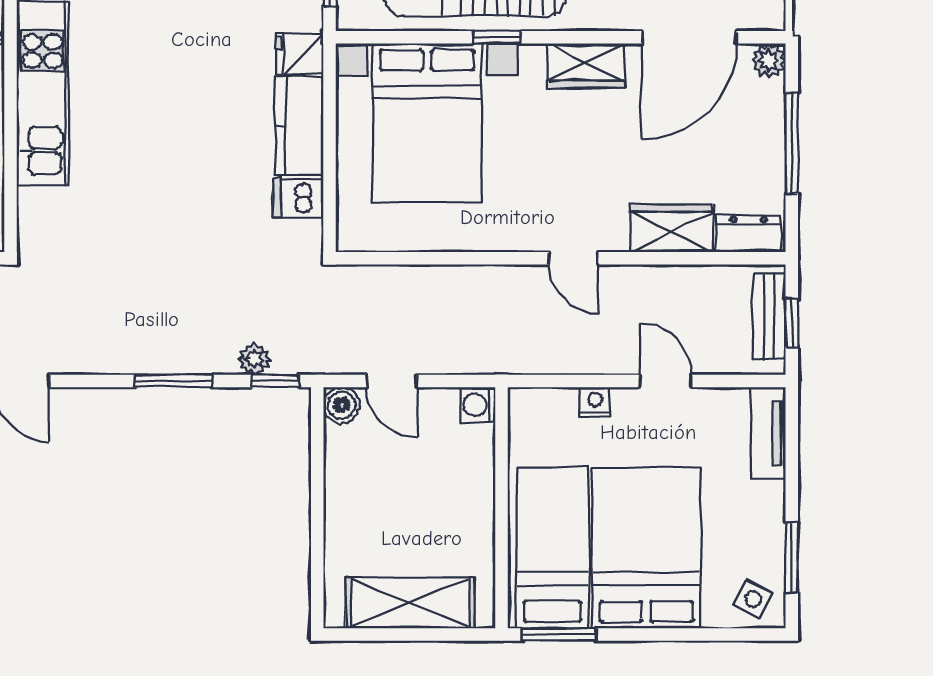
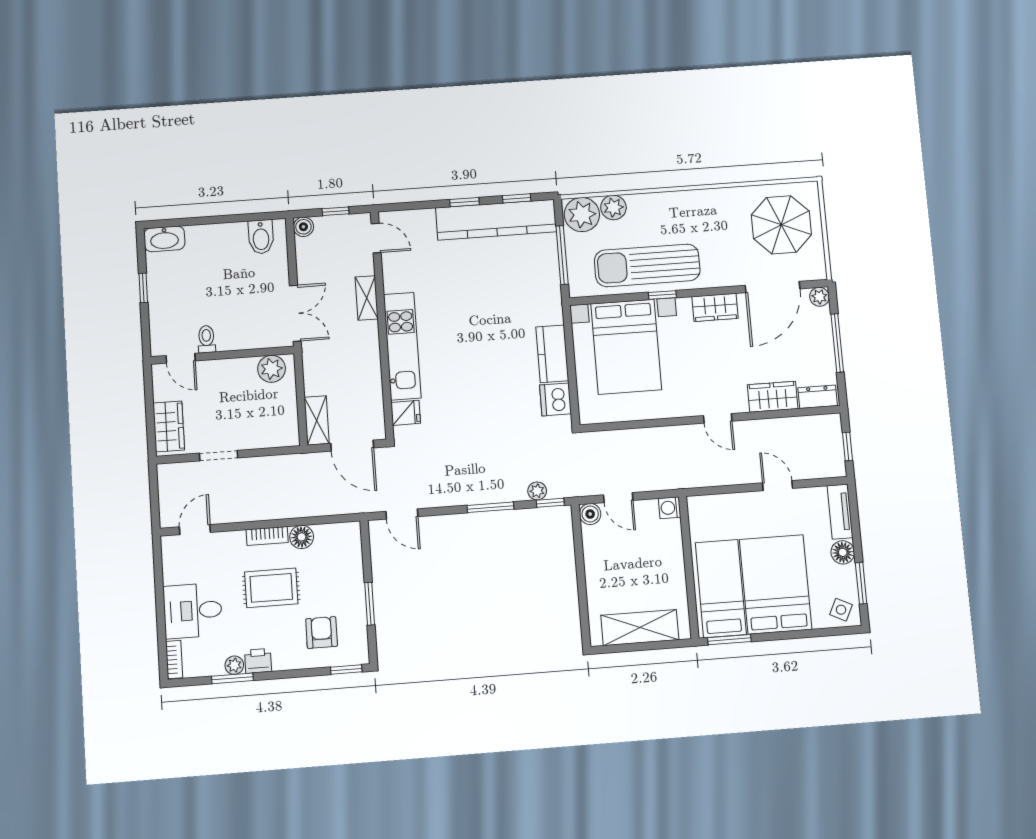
fridge: (300, 53) -> (406, 413), moved, turned 180
dishwasher: (298, 198) -> (555, 399), width x1.38
bench: (769, 317) -> (834, 444), removed
nightstand: (595, 402) -> (738, 501), removed
floor lamp: (766, 503) -> (843, 552), added

